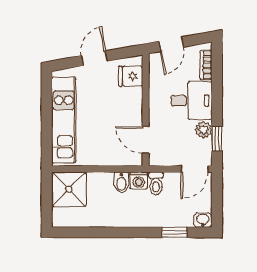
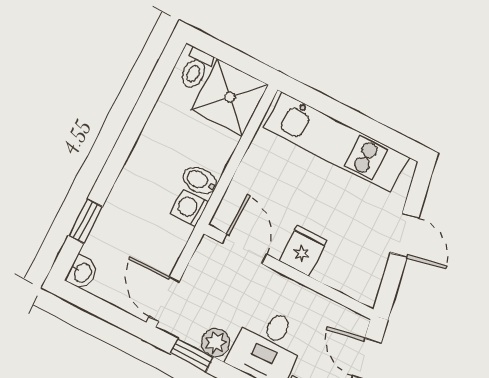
fridge: (131, 76) -> (303, 251), moved
door: (146, 140) -> (244, 249), hinge flipped
toilet: (156, 183) -> (196, 69), moved, turned -90

